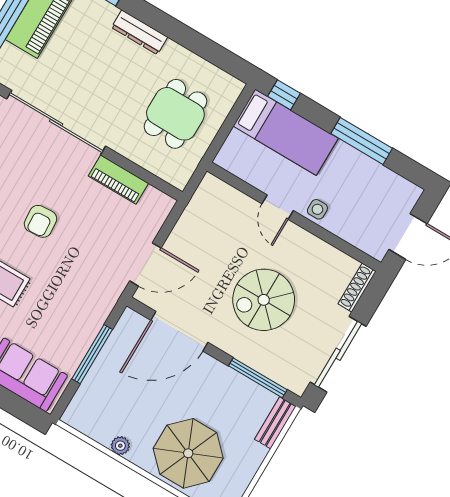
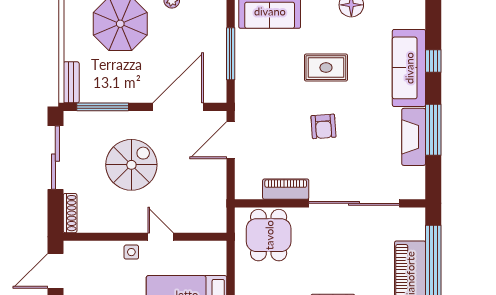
dining table: (175, 114) -> (269, 235), moved
armchair: (40, 221) -> (323, 126), turned 180

